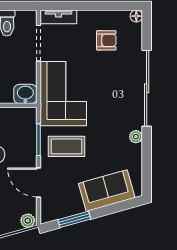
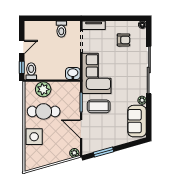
sofa: (107, 191) -> (137, 121), moved, turned -74

